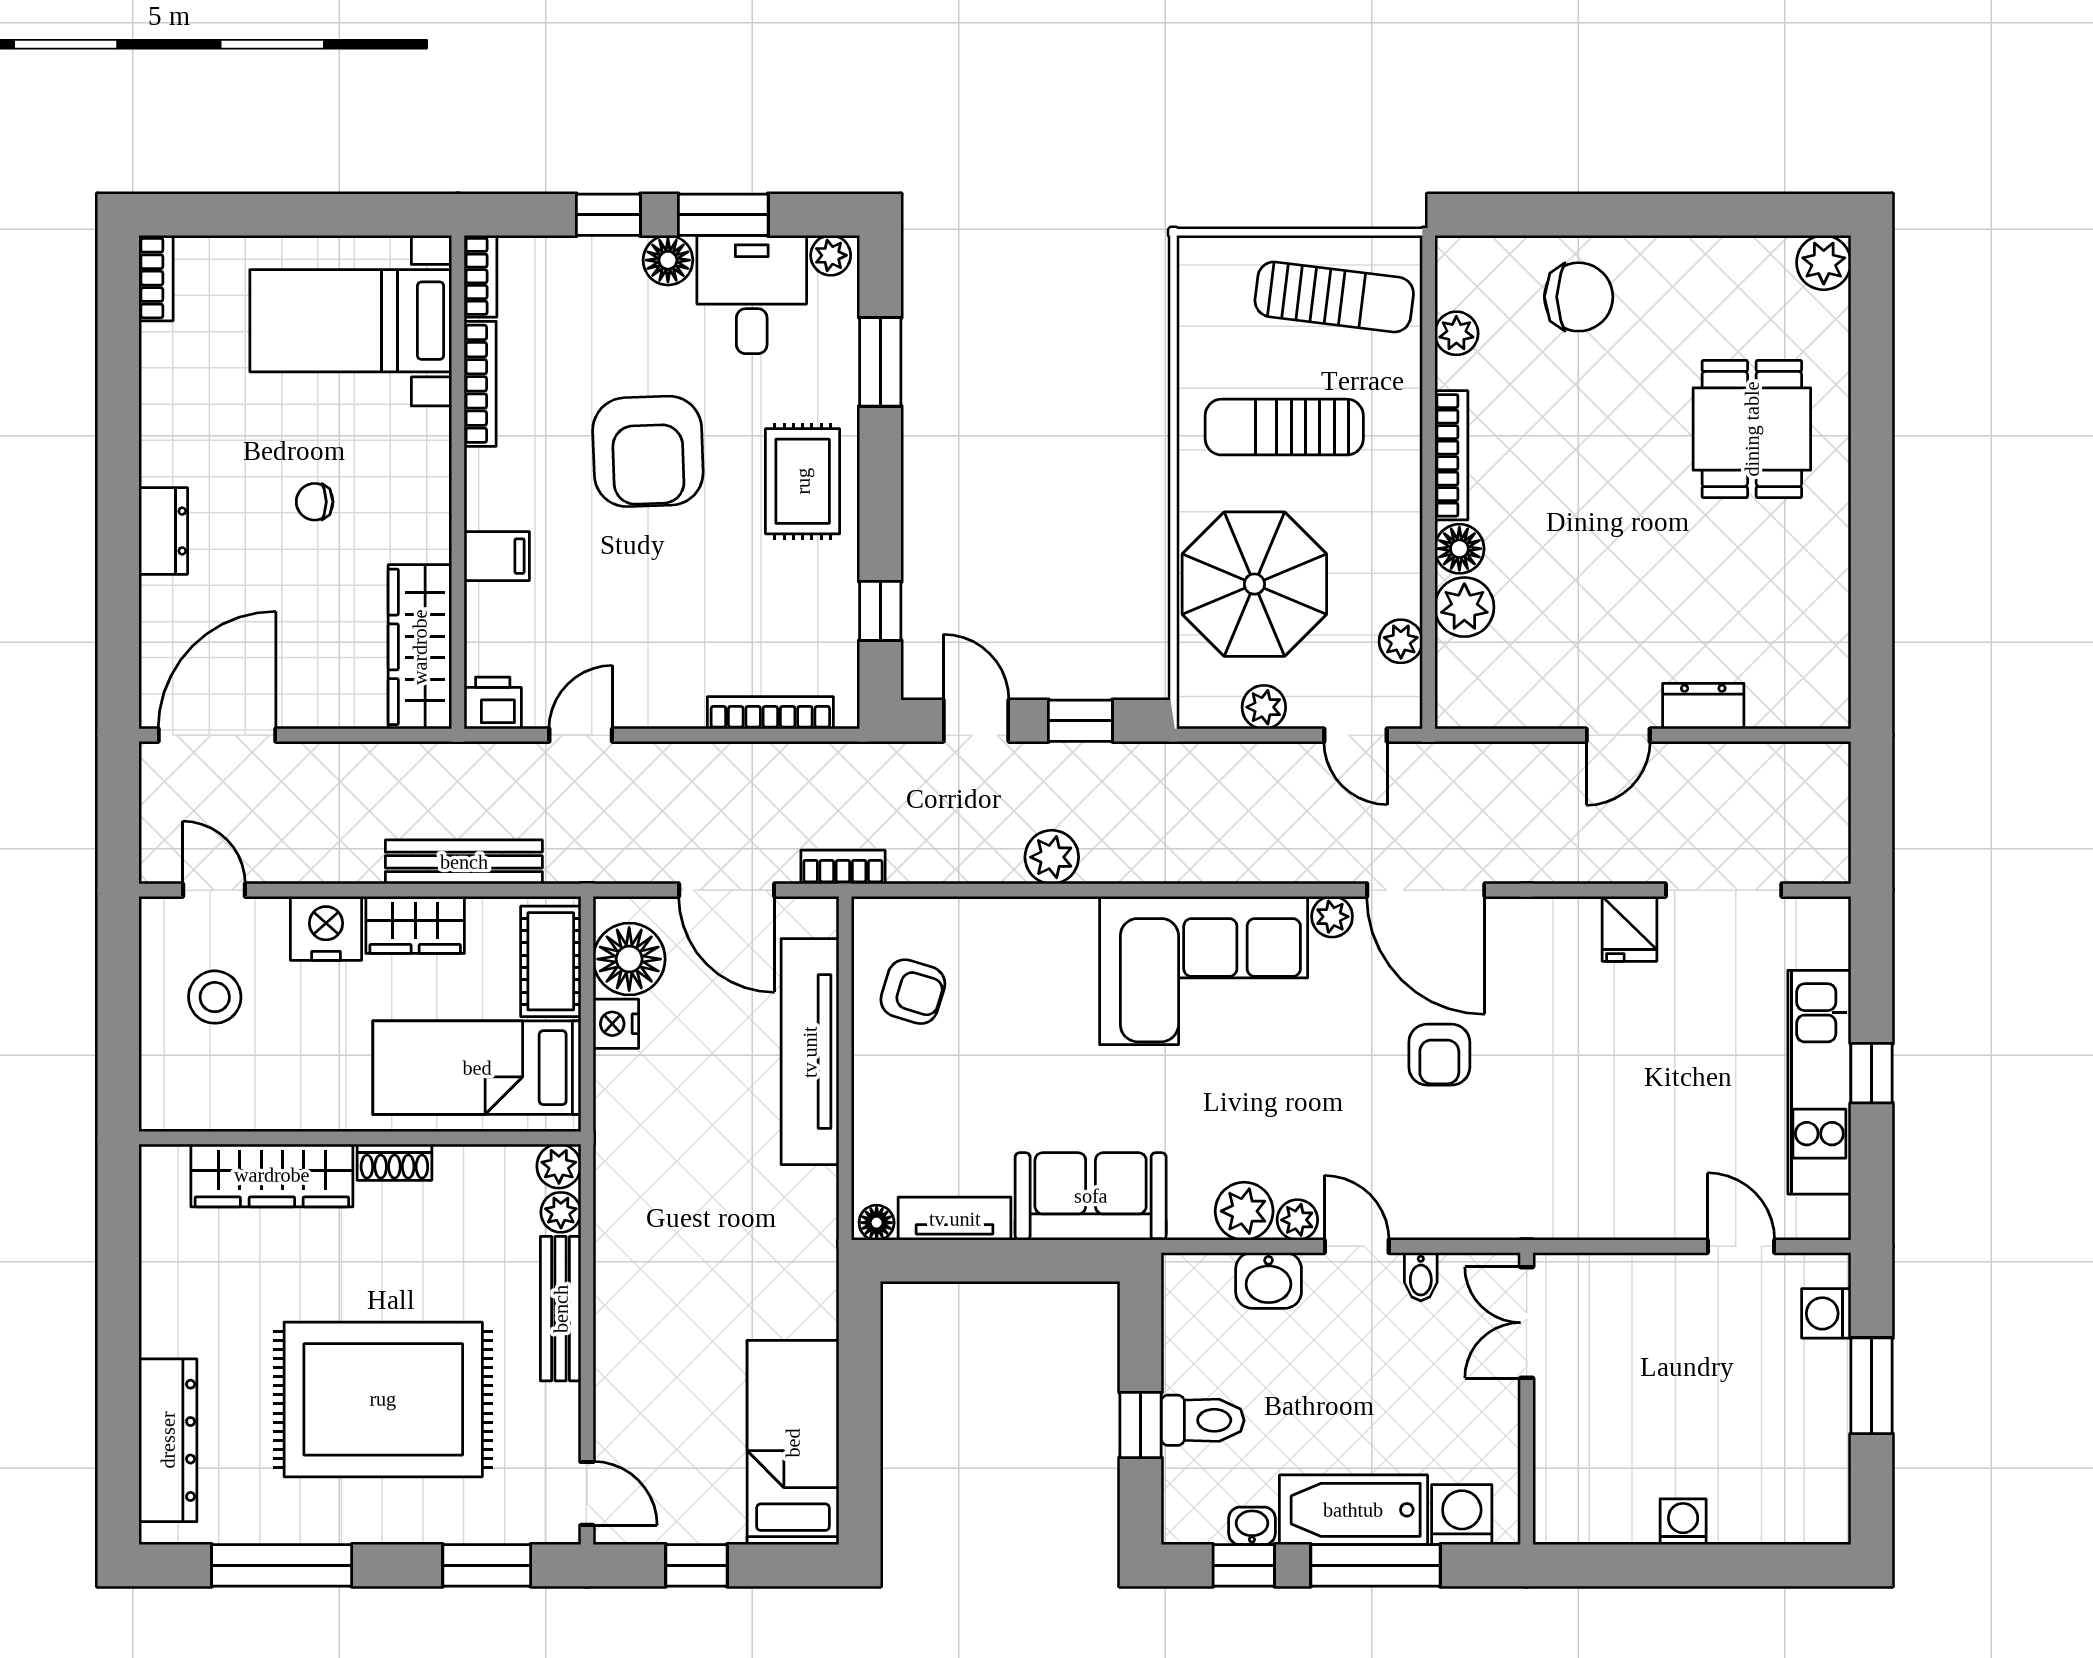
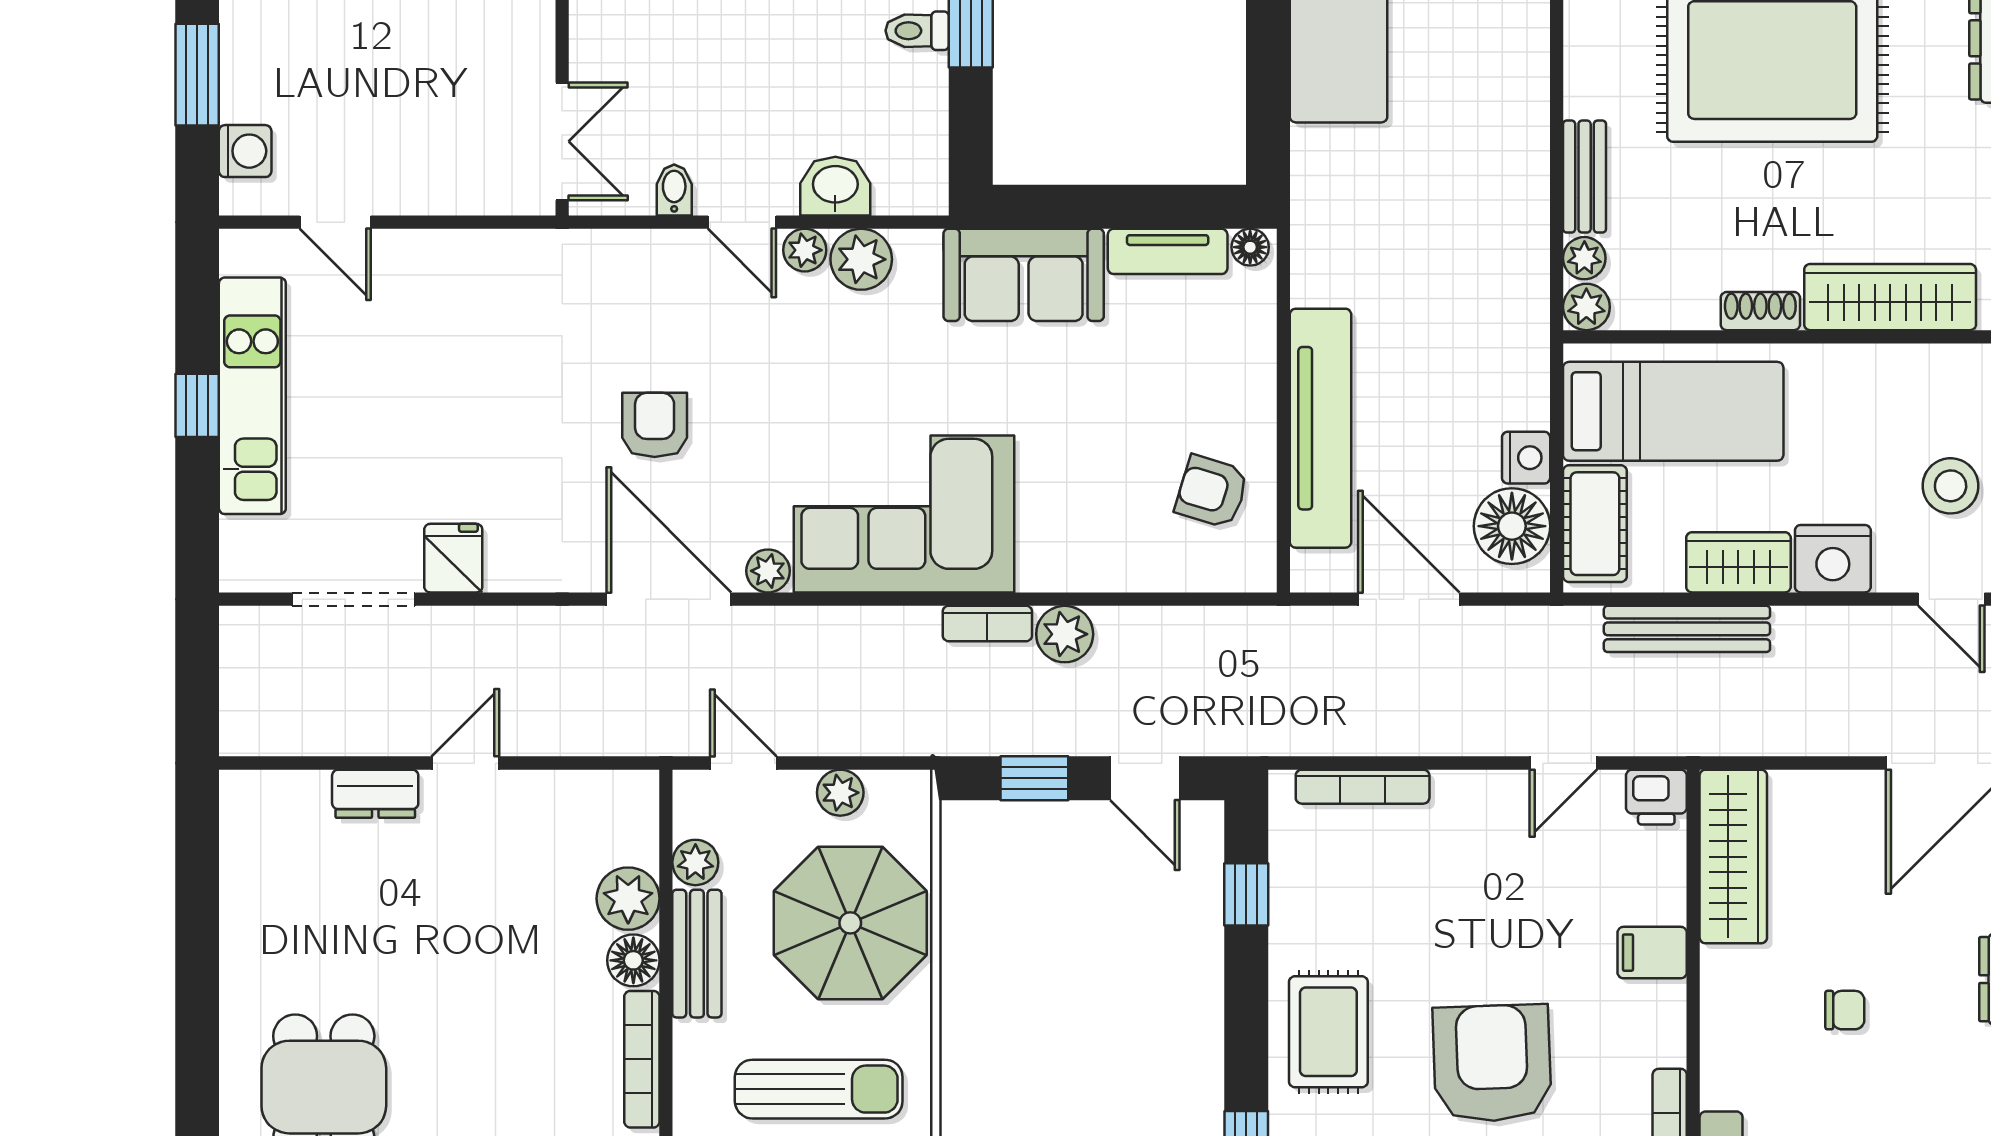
bench: (1399, 555) -> (697, 954), added
bookcase: (843, 867) -> (987, 624), moved
bench: (561, 1309) -> (1585, 177), width x0.73
toilet: (1203, 1420) -> (917, 31), width x0.73, depth x0.72

